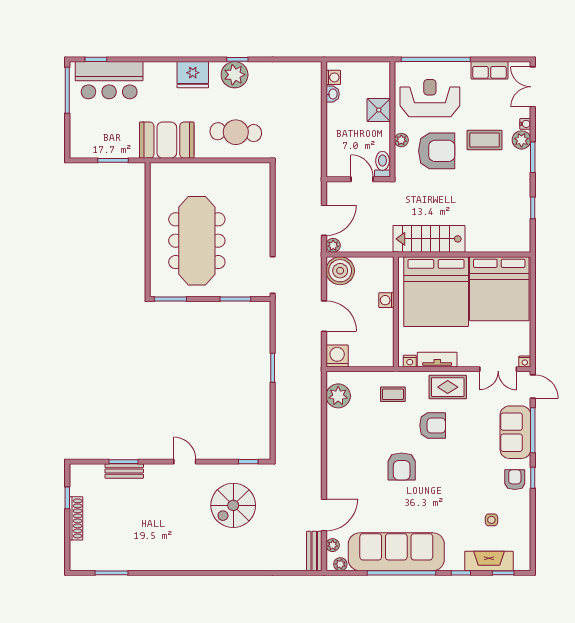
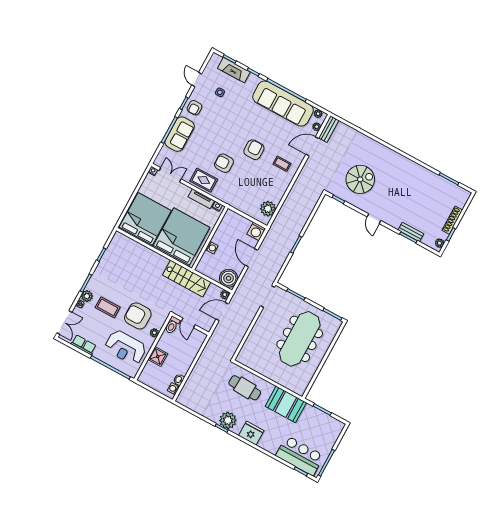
stairs: (429, 239) -> (187, 278), moved
door: (533, 386) -> (197, 80), moved
coffee table: (393, 394) -> (282, 164), moved
plant: (76, 477) -> (440, 243), added

